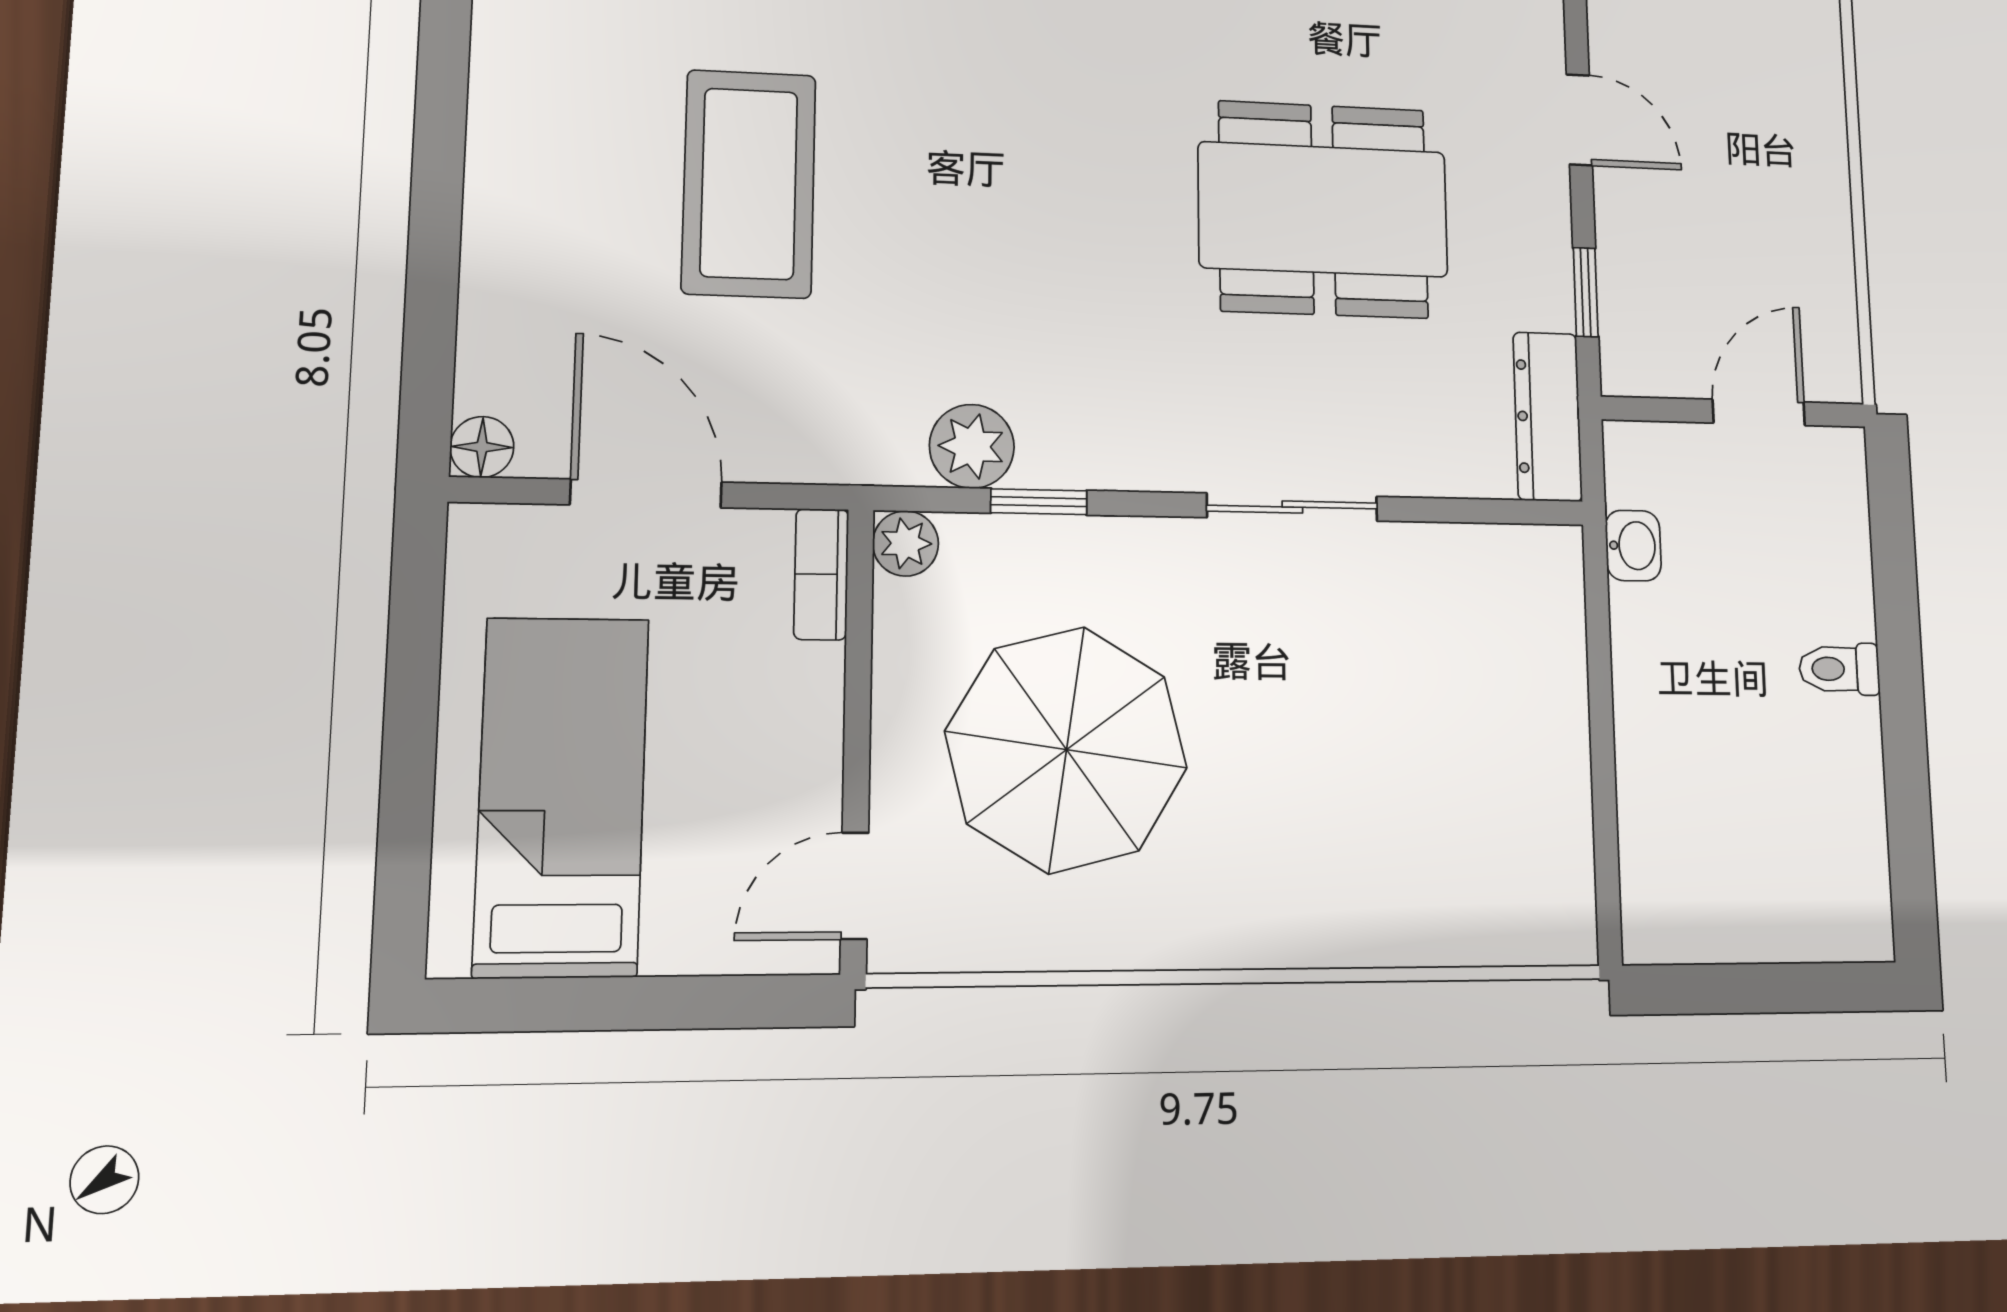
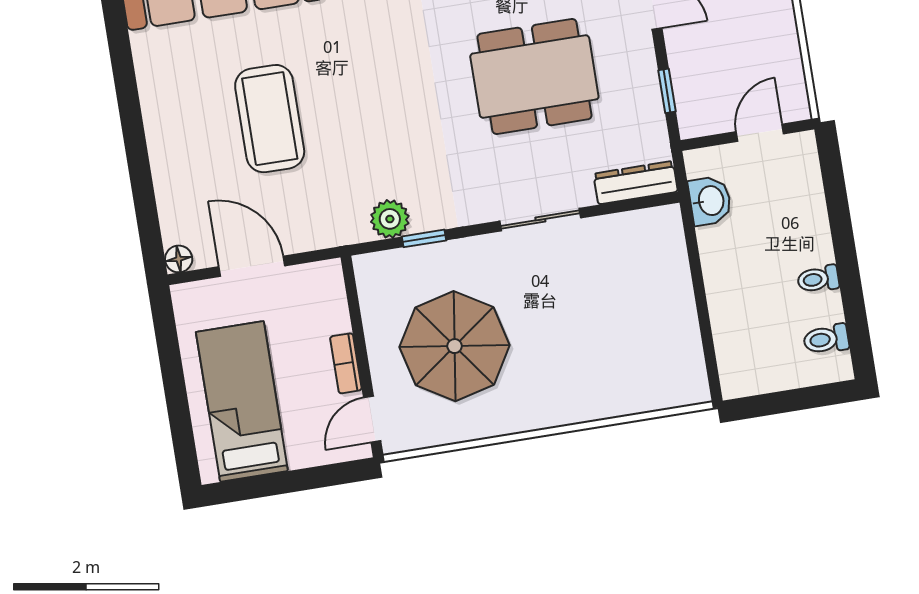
dresser: (1548, 417) -> (636, 183), moved, turned 90
plant: (906, 543) -> (368, 268), removed
washbasin: (1633, 546) -> (710, 201), width x1.38, depth x1.45
bookcase: (821, 574) -> (346, 363), moved
toilet: (1839, 669) -> (818, 279), moved
toilet: (1846, 866) -> (826, 339), added

